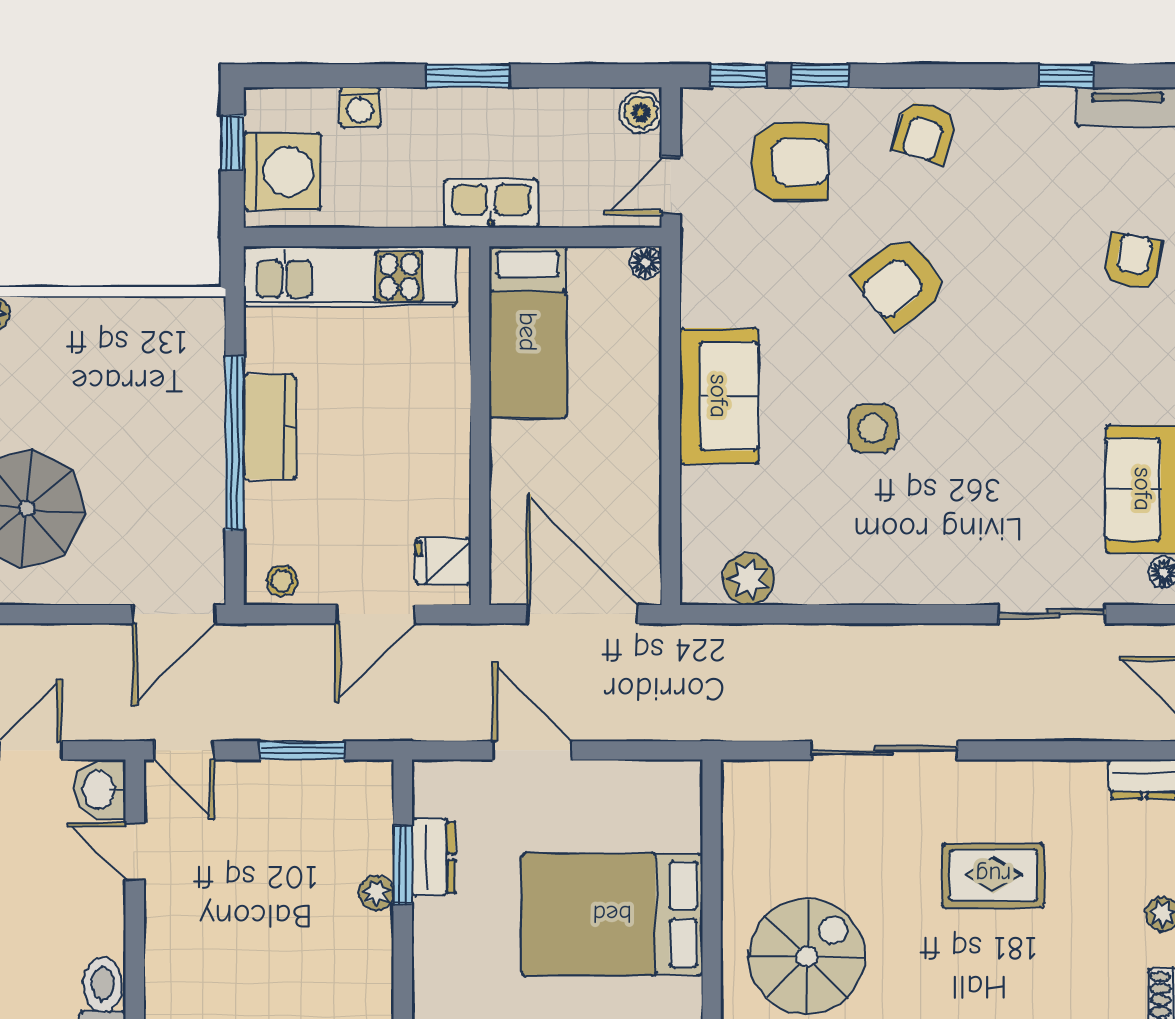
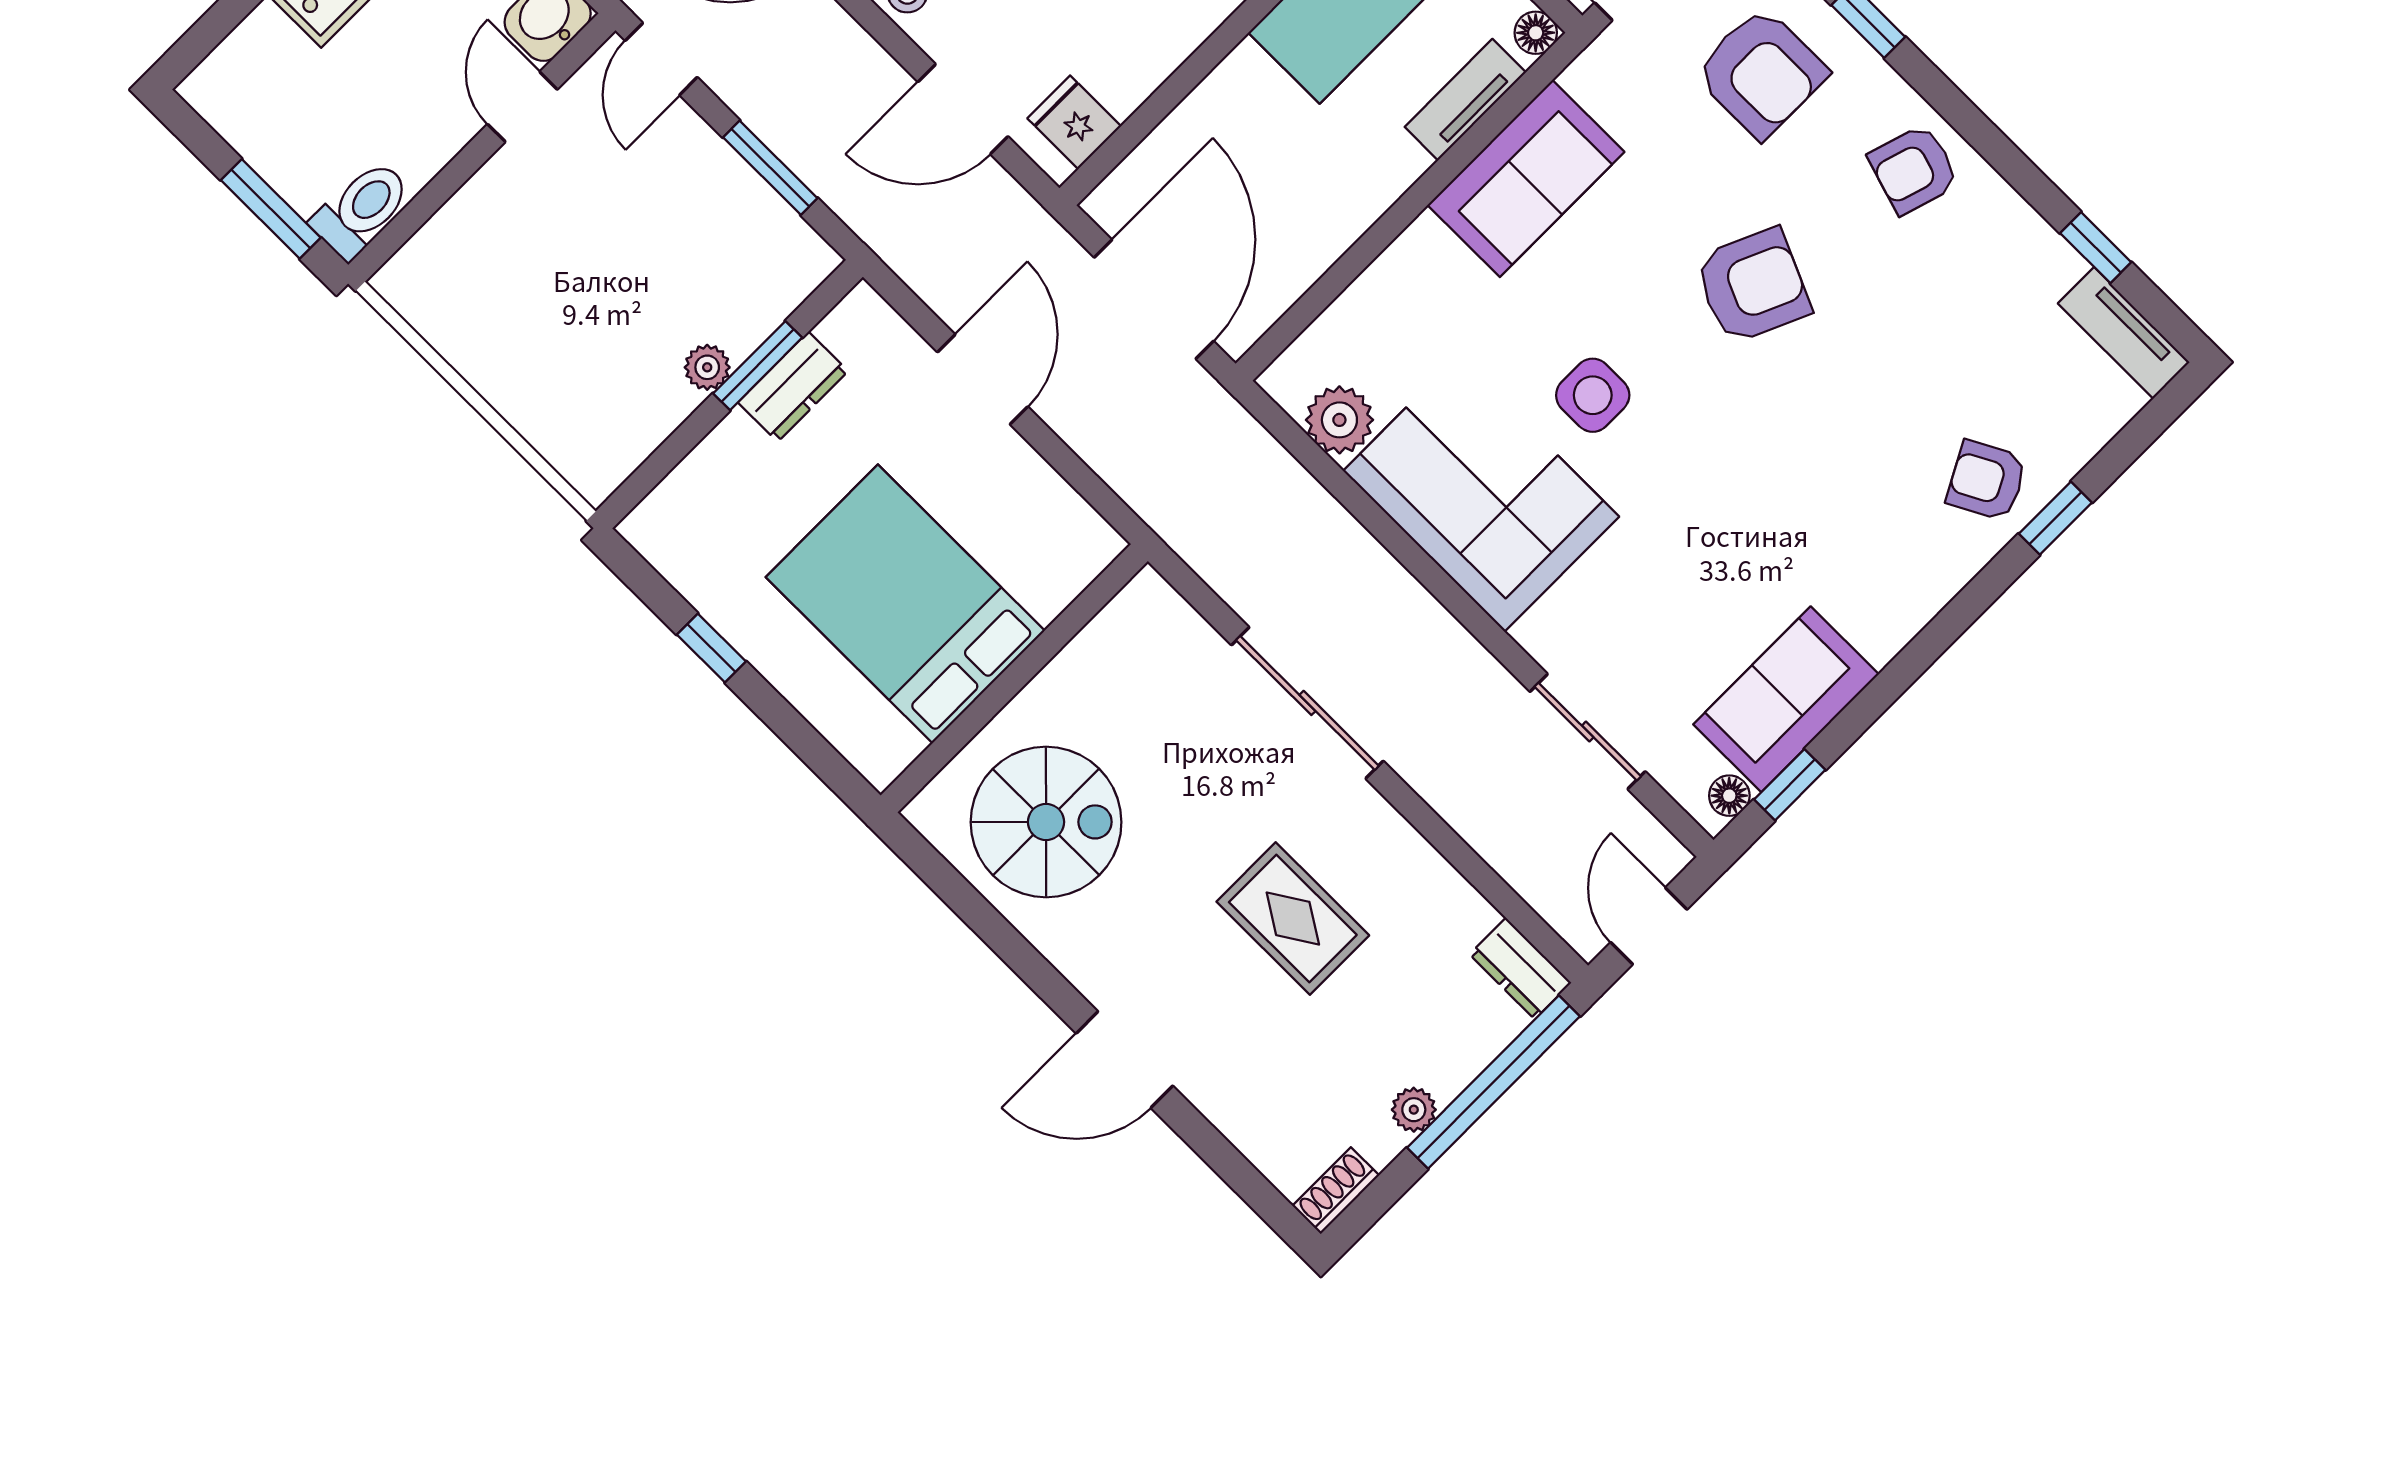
armchair: (1133, 261) -> (1987, 480), turned -128
armchair: (900, 282) -> (1753, 286), turned 152
tv unit: (643, 337) -> (1465, 100), added
sofa: (719, 396) -> (1526, 178), moved
corner sofa: (866, 543) -> (1481, 494), added

